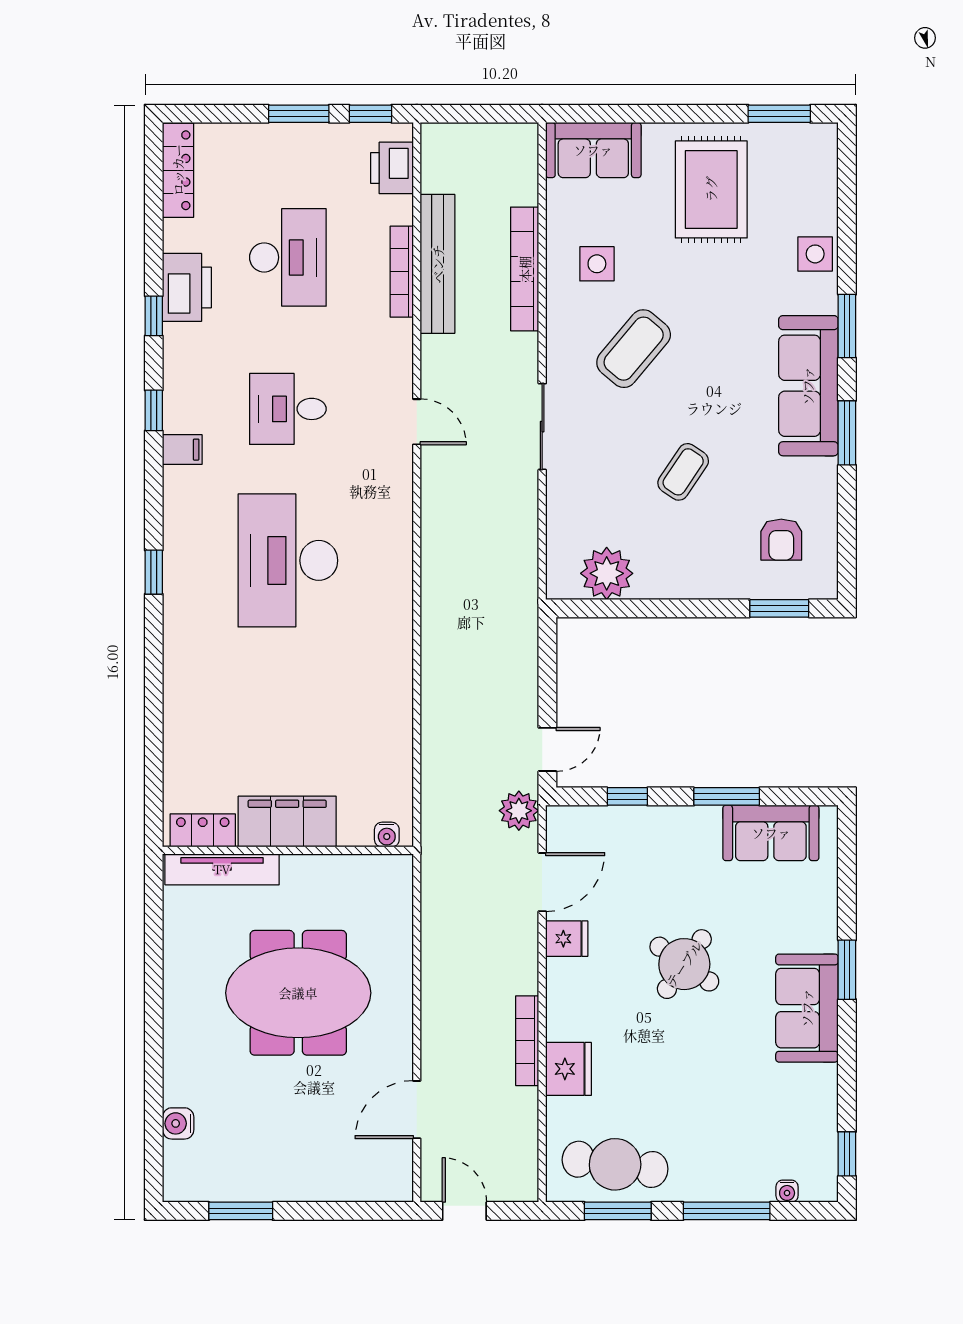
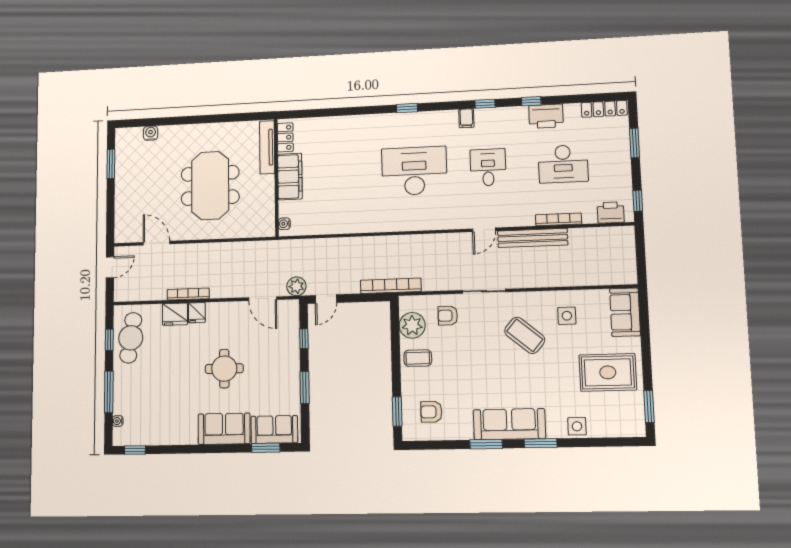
window: (299, 114) -> (635, 143), moved
bench: (438, 264) -> (533, 238), moved
bookcase: (525, 269) -> (391, 286), moved
coffee table: (683, 472) -> (418, 358), moved, turned -34
armchair: (589, 501) -> (448, 316), added
door: (547, 749) -> (326, 299), hinge flipped
sofa: (771, 833) -> (274, 430), moved, turned 90
fridge: (567, 939) -> (197, 313), moved
round table: (684, 964) -> (224, 369), turned -35
window: (847, 970) -> (266, 448), moved
sofa: (807, 1008) -> (224, 429), moved
window: (618, 1211) -> (109, 340), width x0.67

